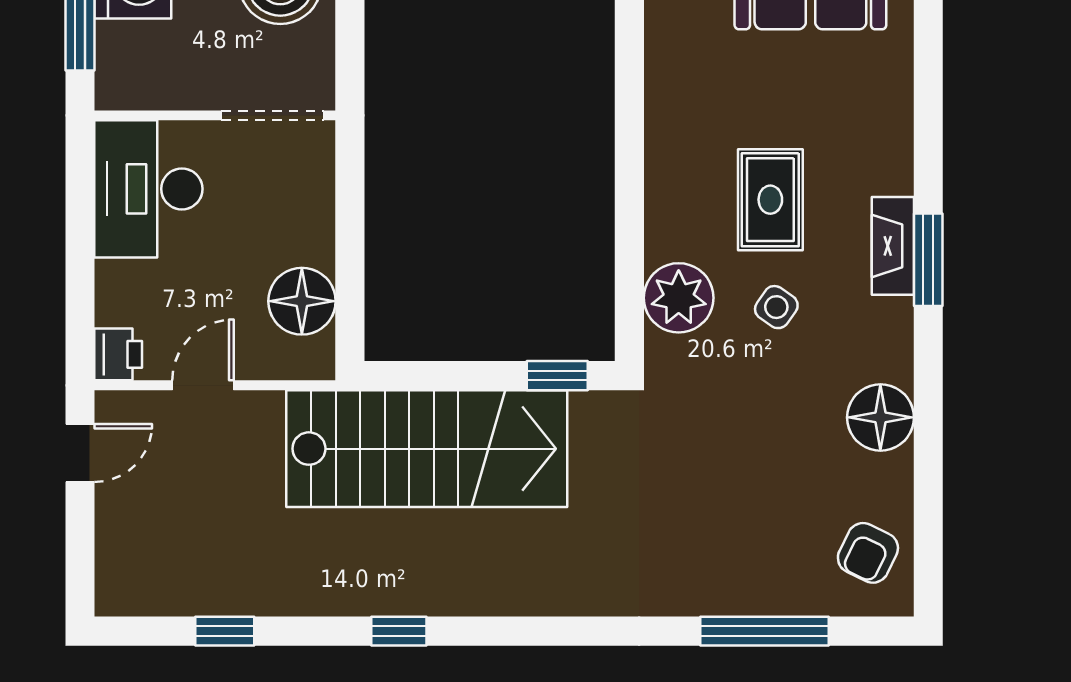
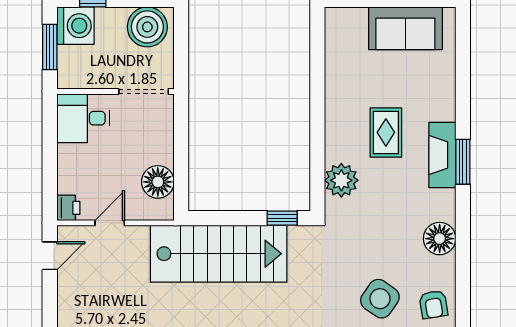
desk: (148, 189) -> (83, 118), width x0.73
fireplace: (893, 246) -> (442, 155), width x1.37, depth x1.32
side table: (776, 307) -> (380, 299), moved, width x1.87, depth x1.87
armchair: (868, 553) -> (433, 304), turned -35

